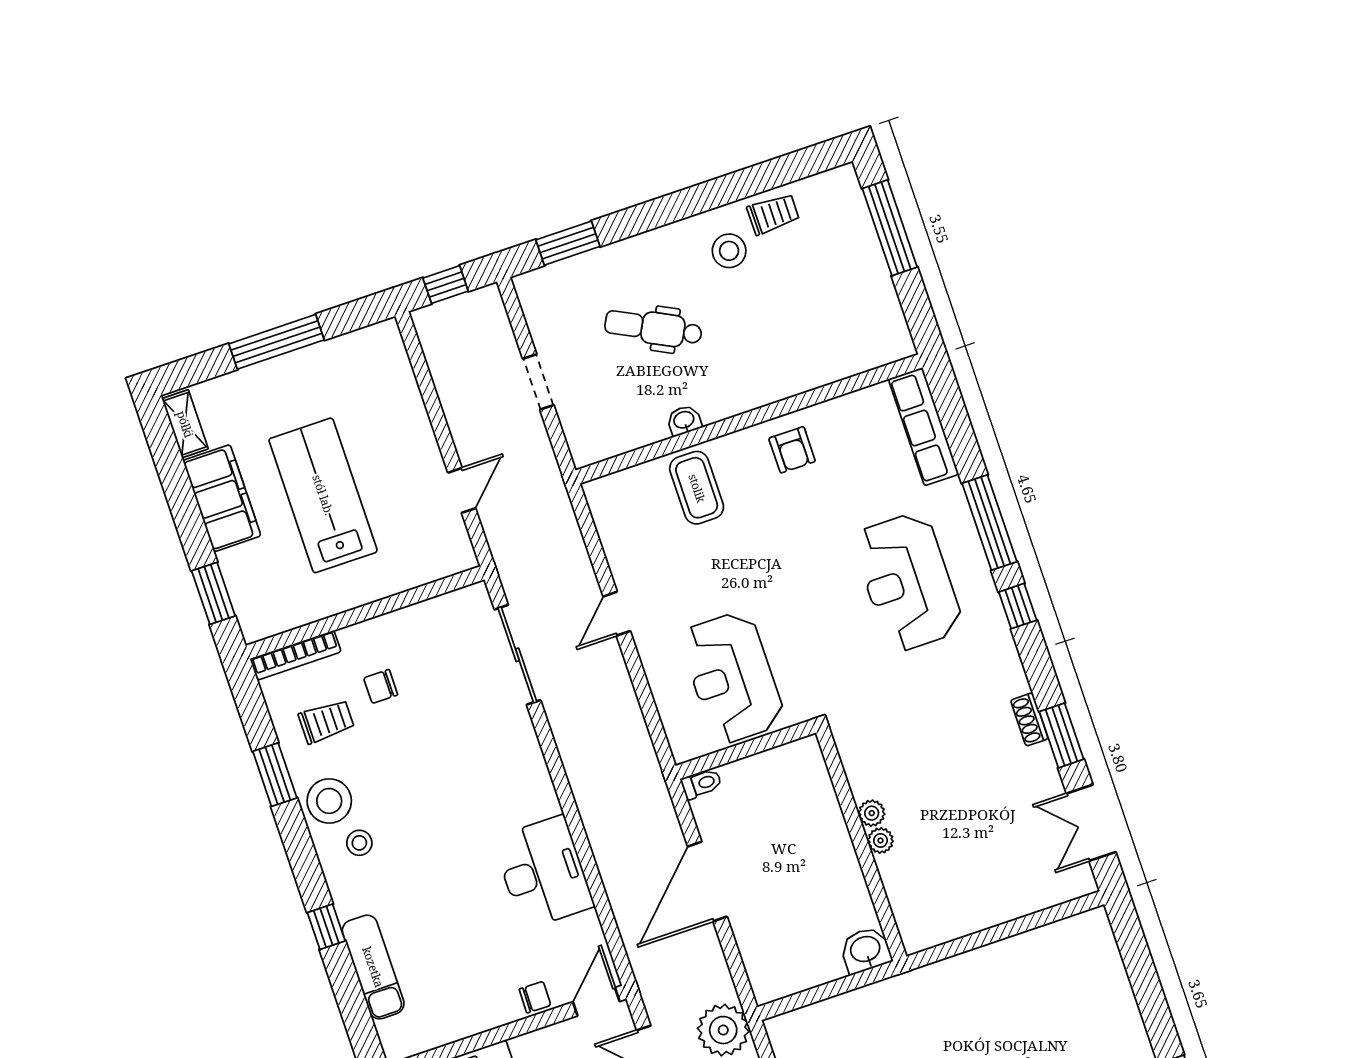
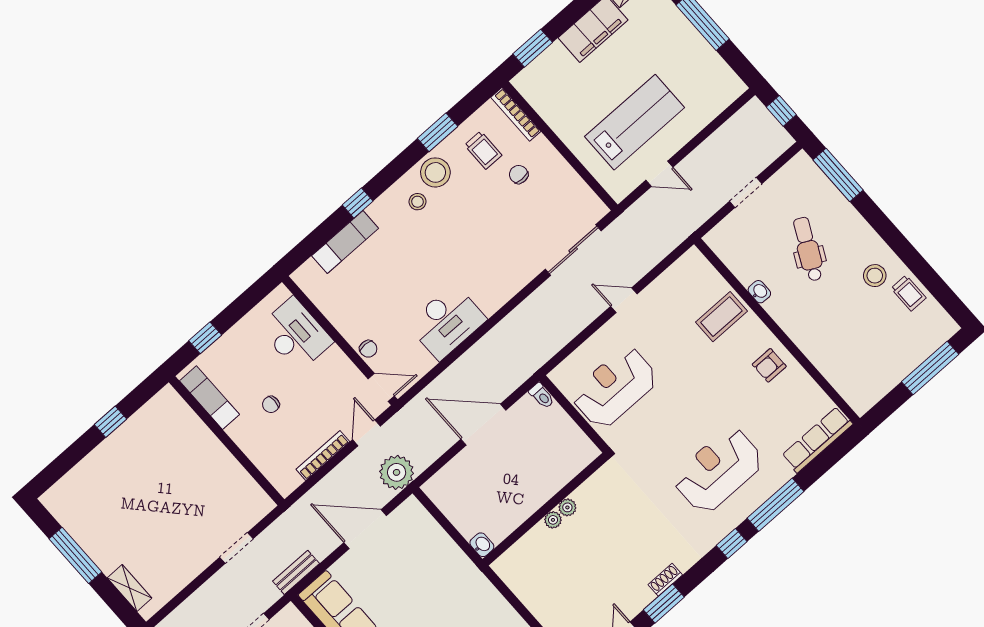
window: (568, 243) -> (838, 175), width x1.44
lab bench: (323, 495) -> (635, 122), moved
washbasin: (866, 950) -> (482, 545), width x0.72, depth x0.69

